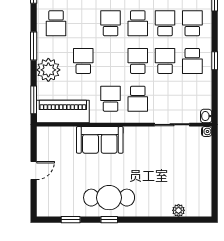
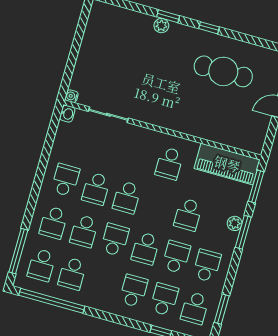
window: (34, 46) -> (243, 232), moved
window: (215, 61) -> (40, 173), removed
plant: (48, 70) -> (235, 223), width x0.53, depth x0.53
school desk: (138, 99) -> (176, 257), moved
sofa: (100, 140) -> (194, 121), removed
cafe table: (109, 198) -> (223, 71), moved
plant: (179, 210) -> (161, 26), moved
window: (71, 220) -> (168, 16), moved

